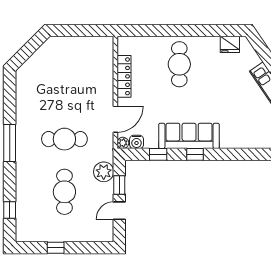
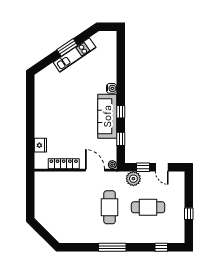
fridge: (230, 44) -> (40, 145), moved
cafe table: (179, 64) -> (55, 123), removed
water cooler: (137, 142) -> (112, 88), moved

